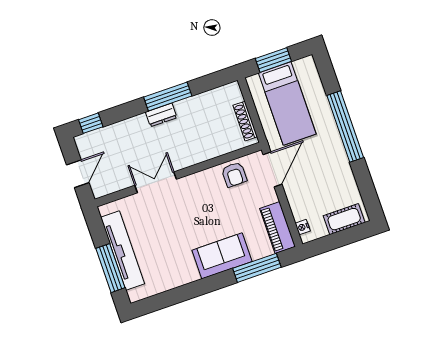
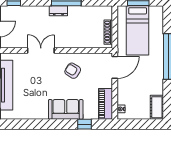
armchair: (234, 174) -> (73, 71), moved, turned 122
cot: (344, 219) -> (157, 107), moved, turned 90
window: (257, 268) -> (84, 124), width x0.46

